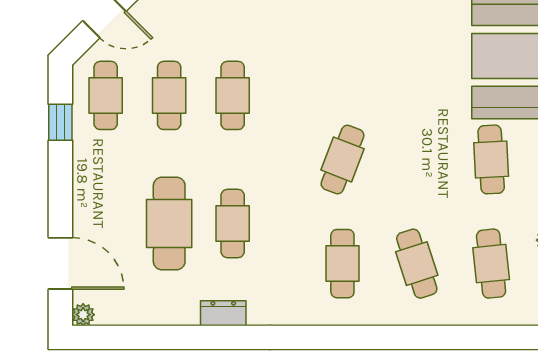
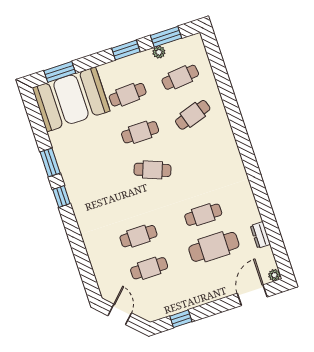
cafe table: (106, 95) -> (160, 300), removed
cafe table: (342, 264) -> (140, 132), moved
dresser: (223, 313) -> (260, 235), moved

